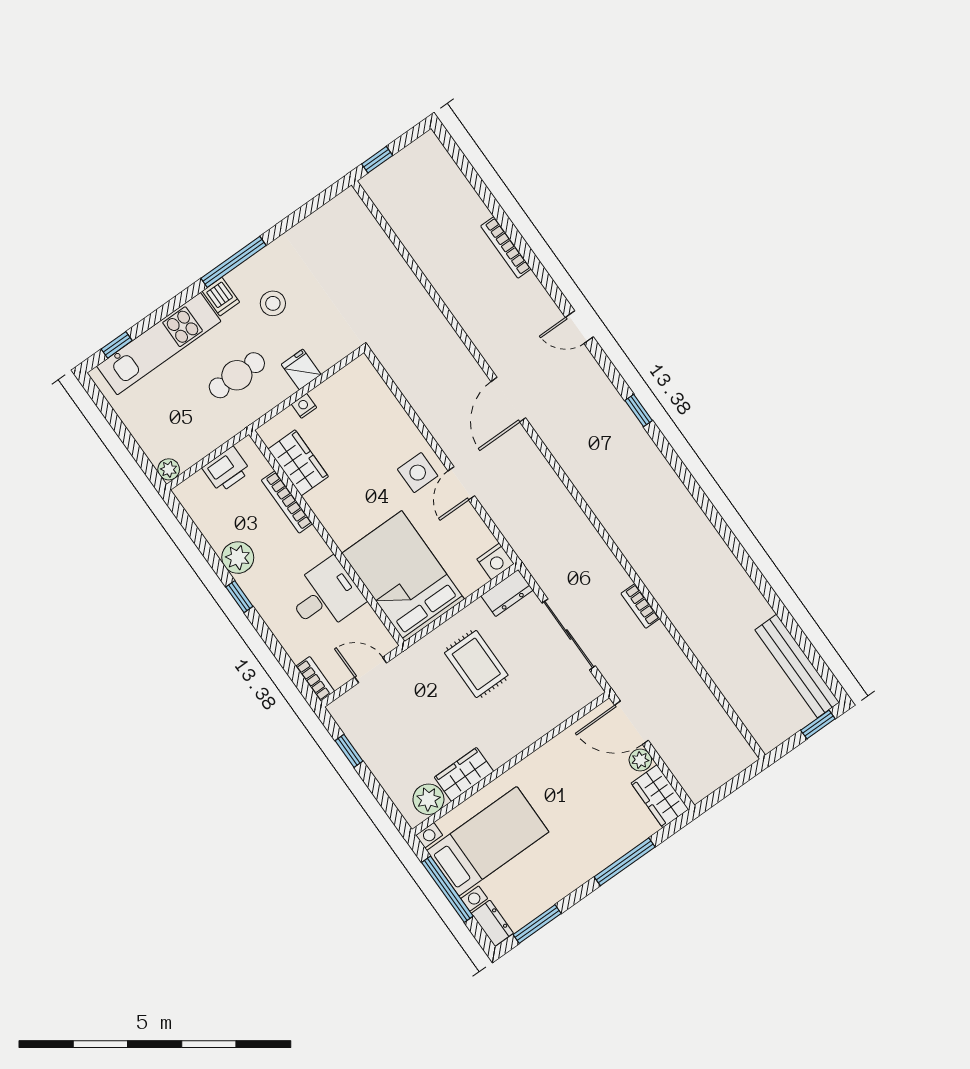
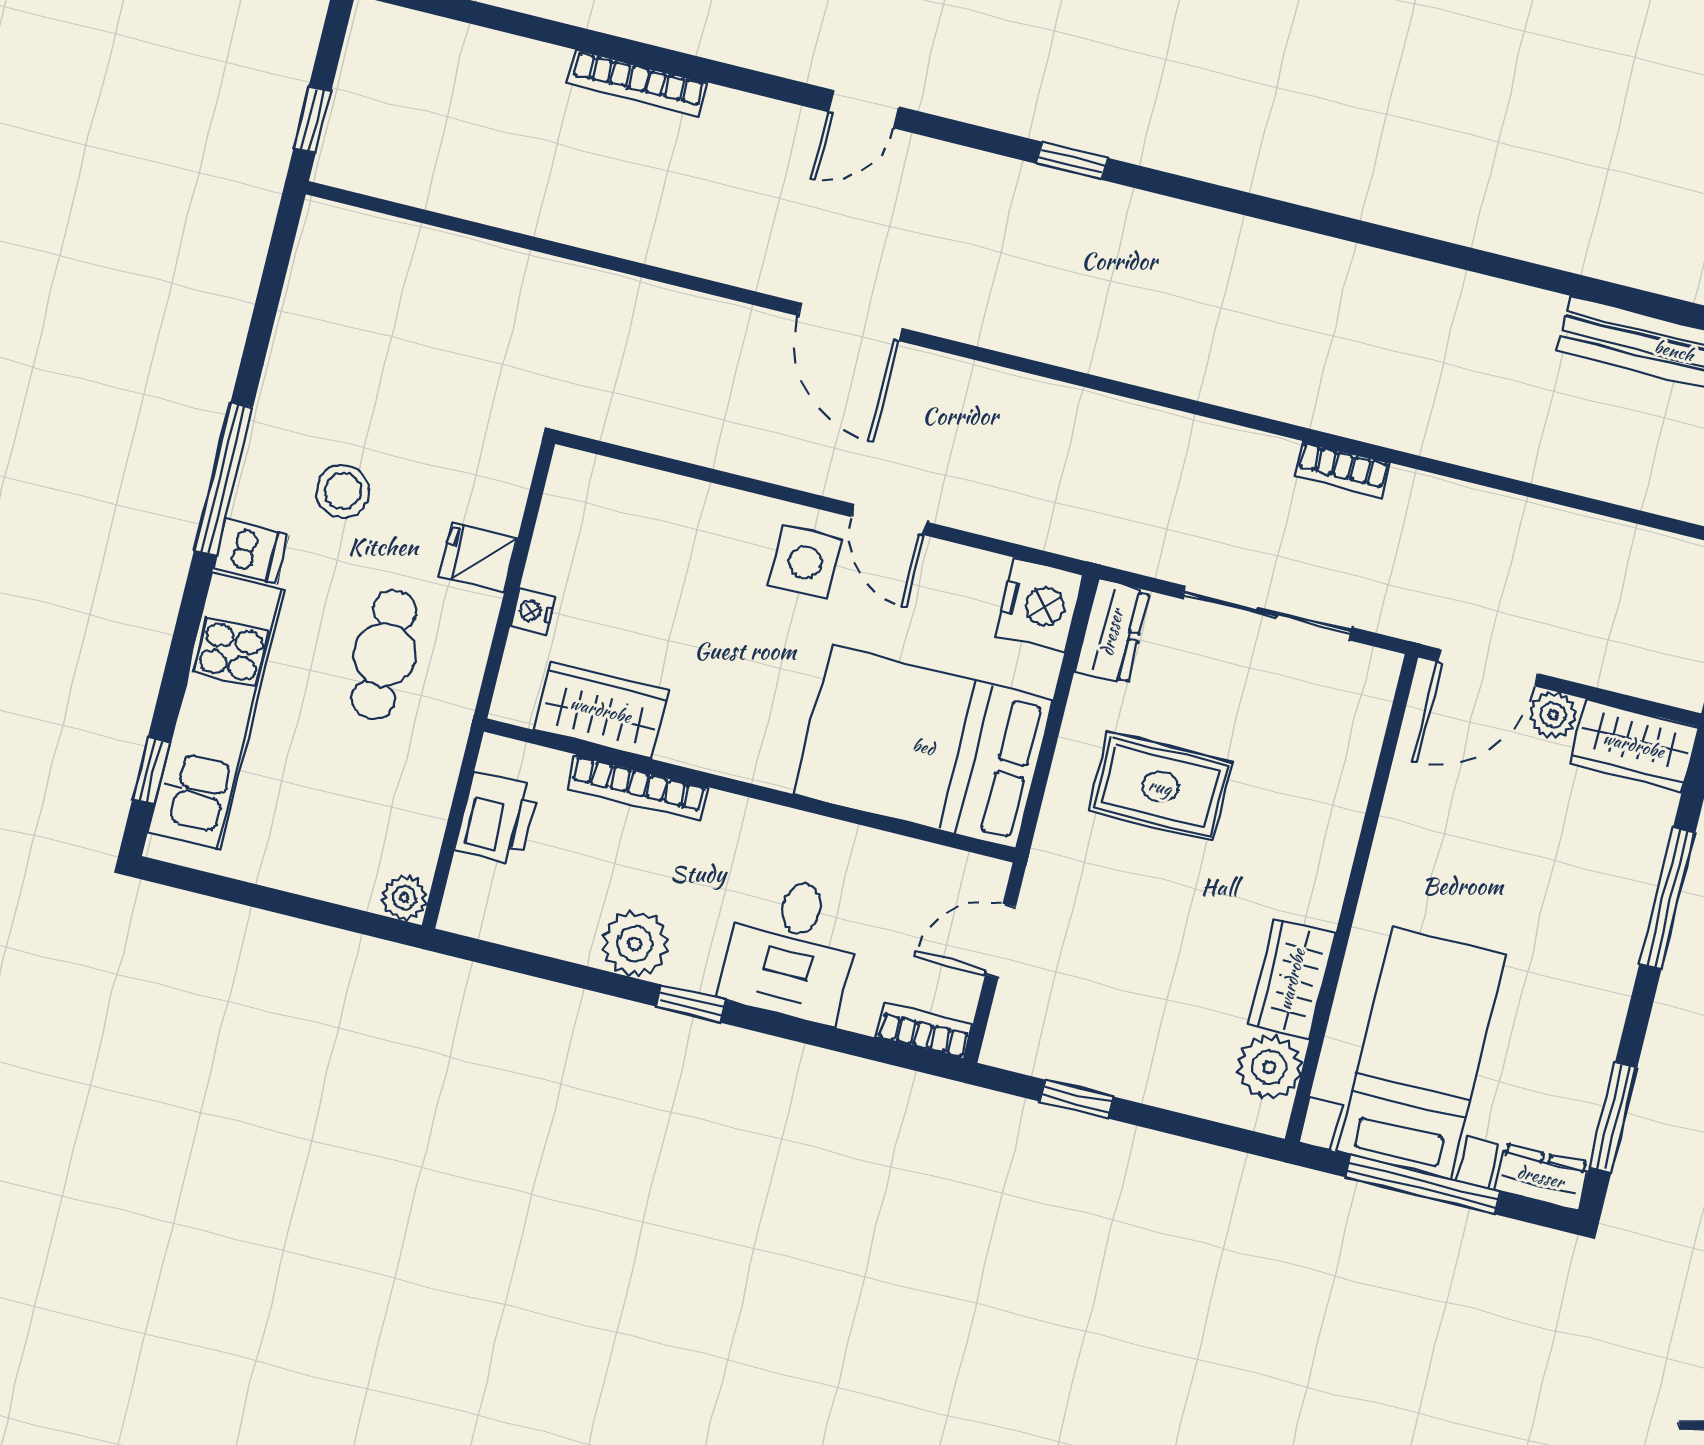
nightstand: (496, 561) -> (1039, 605), width x1.36, depth x1.33
desk: (325, 596) -> (792, 949), moved, turned 180

